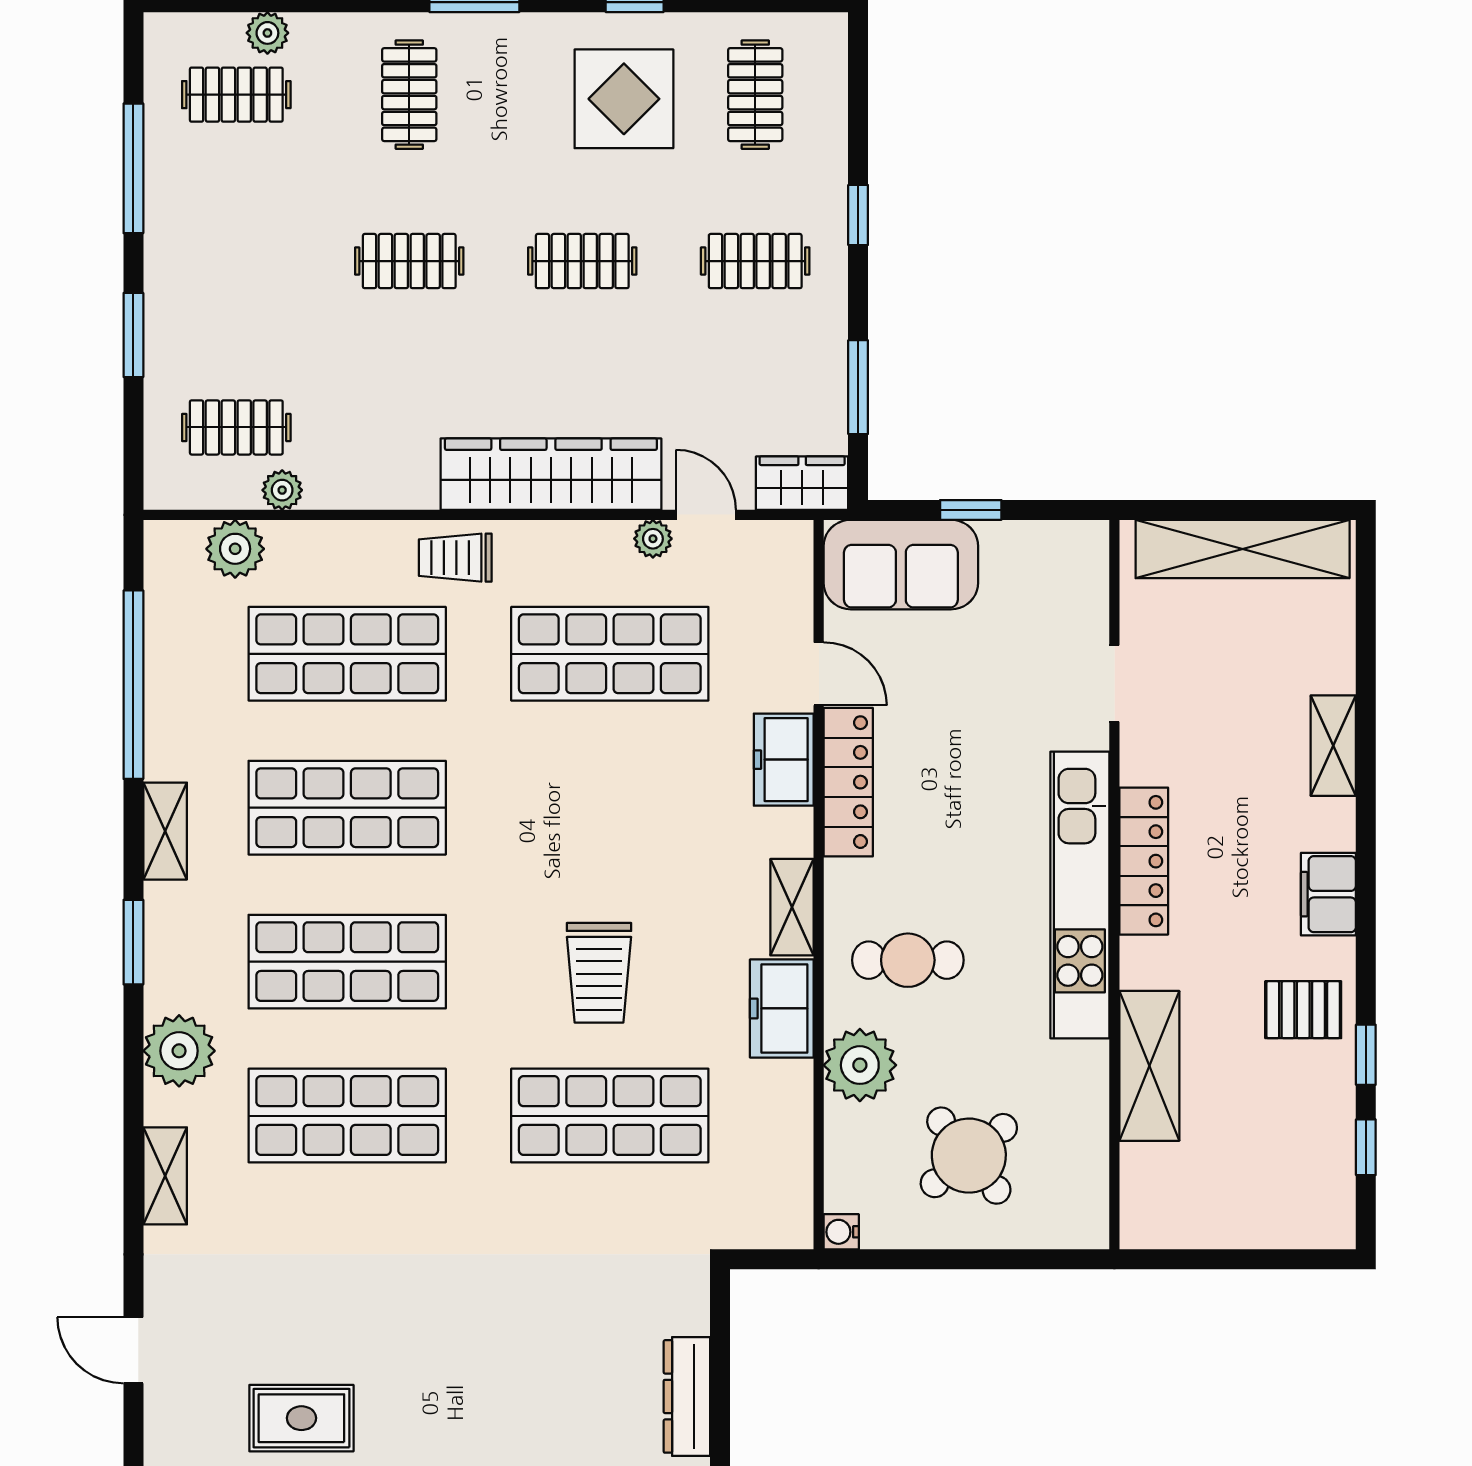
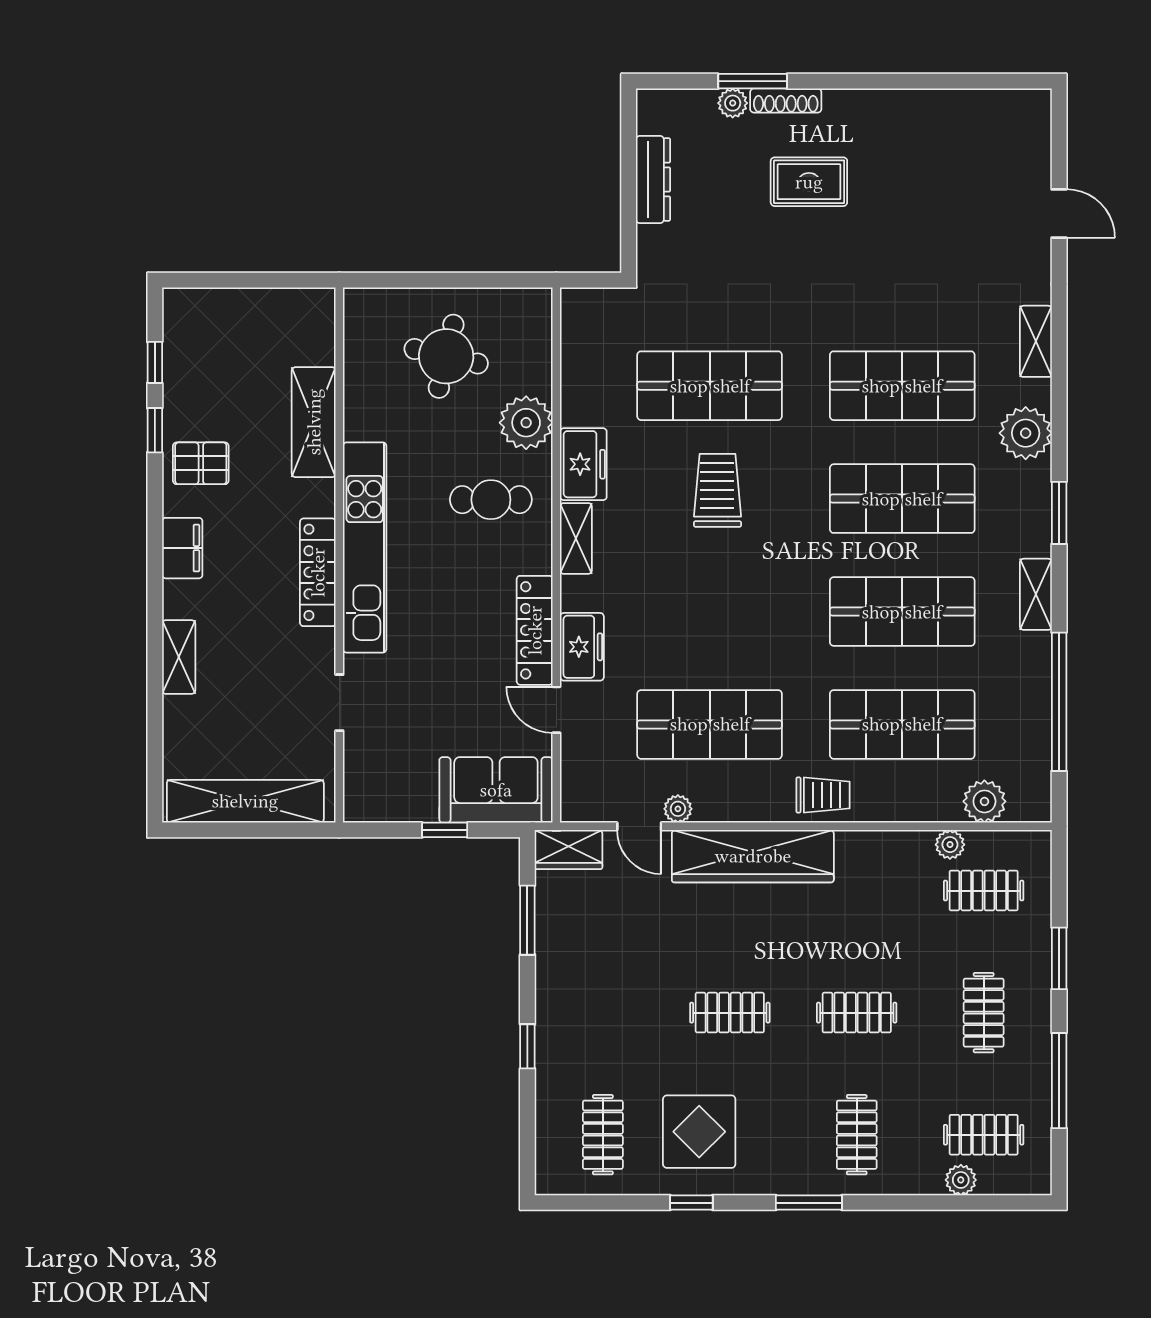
clothes rail: (755, 261) -> (984, 1013), moved, turned 90
round table: (969, 1156) -> (446, 356), turned -38
water cooler: (841, 1232) -> (540, 300), removed
rug: (301, 1418) -> (809, 182), moved

